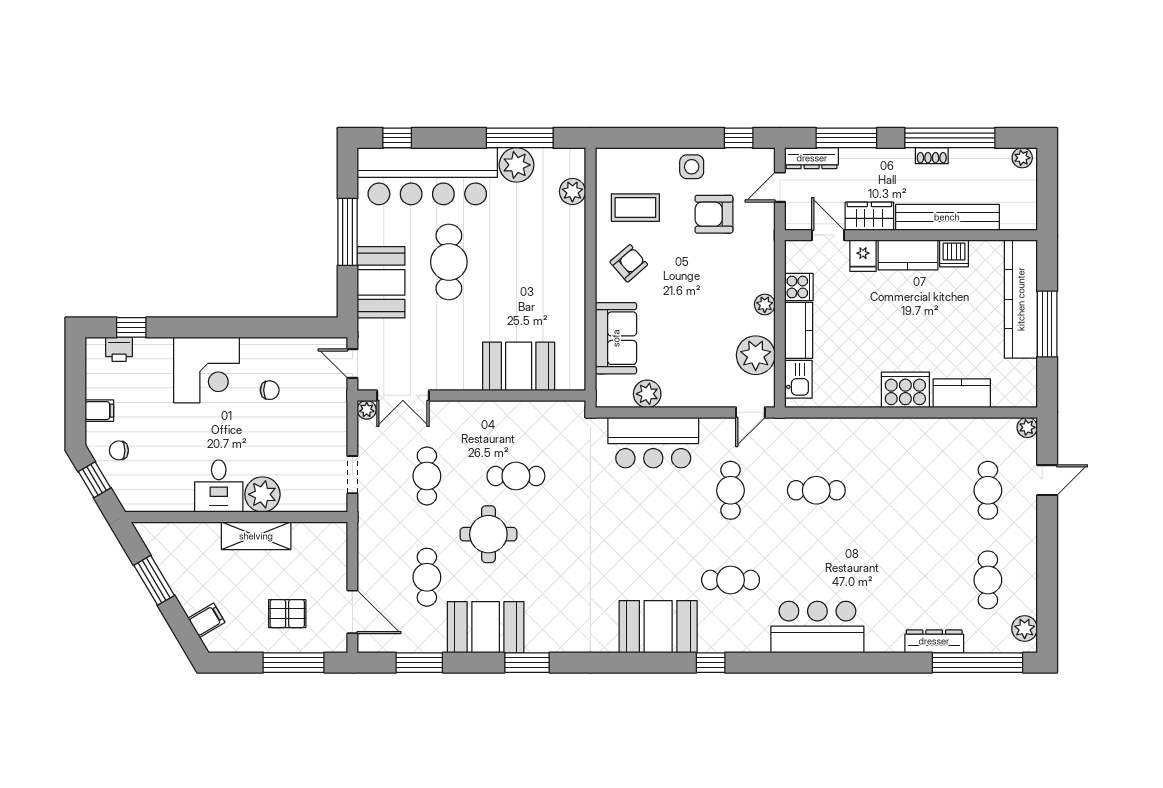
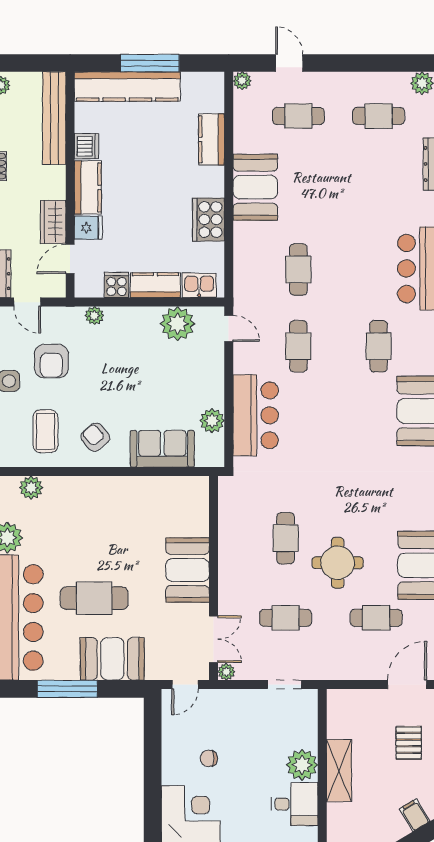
bench: (947, 217) -> (54, 118), moved
plant: (765, 305) -> (94, 316), moved
booth: (519, 366) -> (188, 570), moved
chair: (270, 390) -> (209, 758), turned -90
cooker: (905, 390) -> (208, 220), moved
booth: (908, 442) -> (255, 187), added
cafe table: (731, 490) -> (298, 346), turned 90

